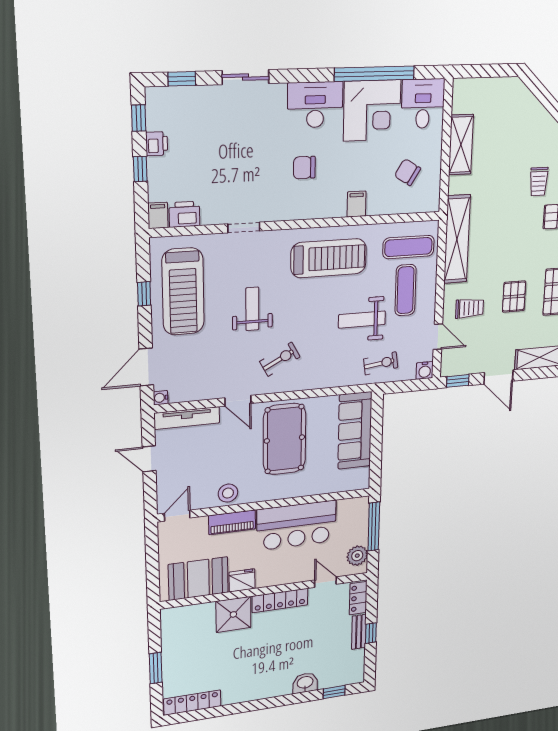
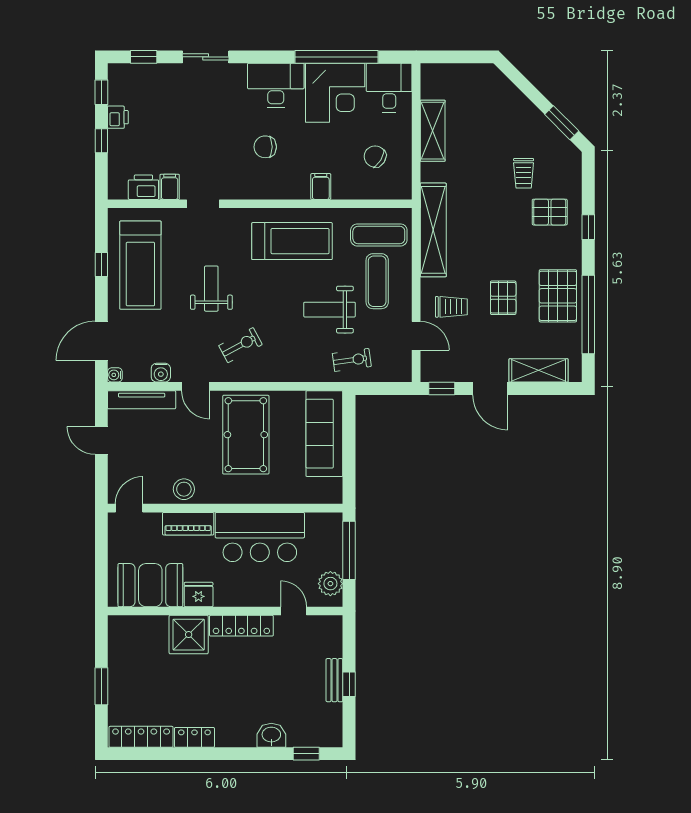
filing cabinet: (158, 215) -> (170, 187), moved
water cooler: (425, 370) -> (161, 373), moved
locker: (358, 598) -> (194, 737), moved, turned 90

